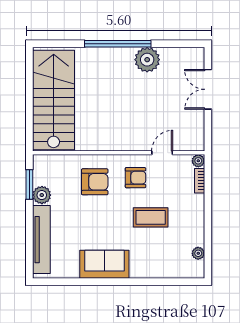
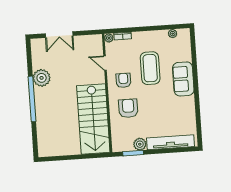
stairs: (54, 100) -> (93, 119), moved, turned -90
coffee table: (151, 217) -> (150, 68), width x1.36, depth x1.32
sofa: (104, 264) -> (183, 79), moved

